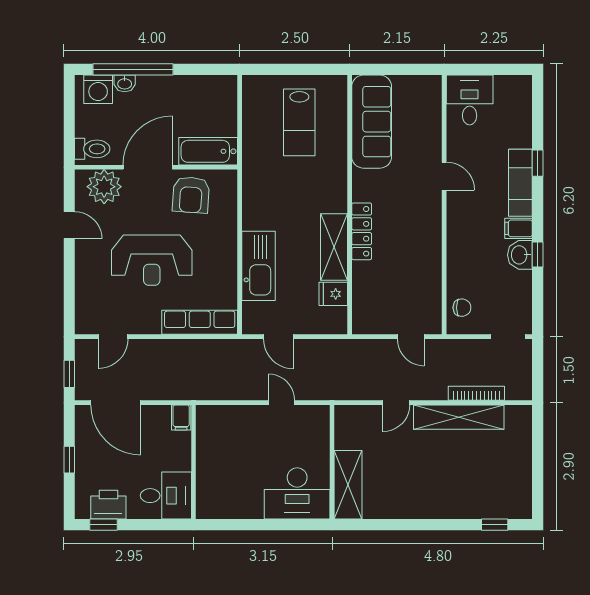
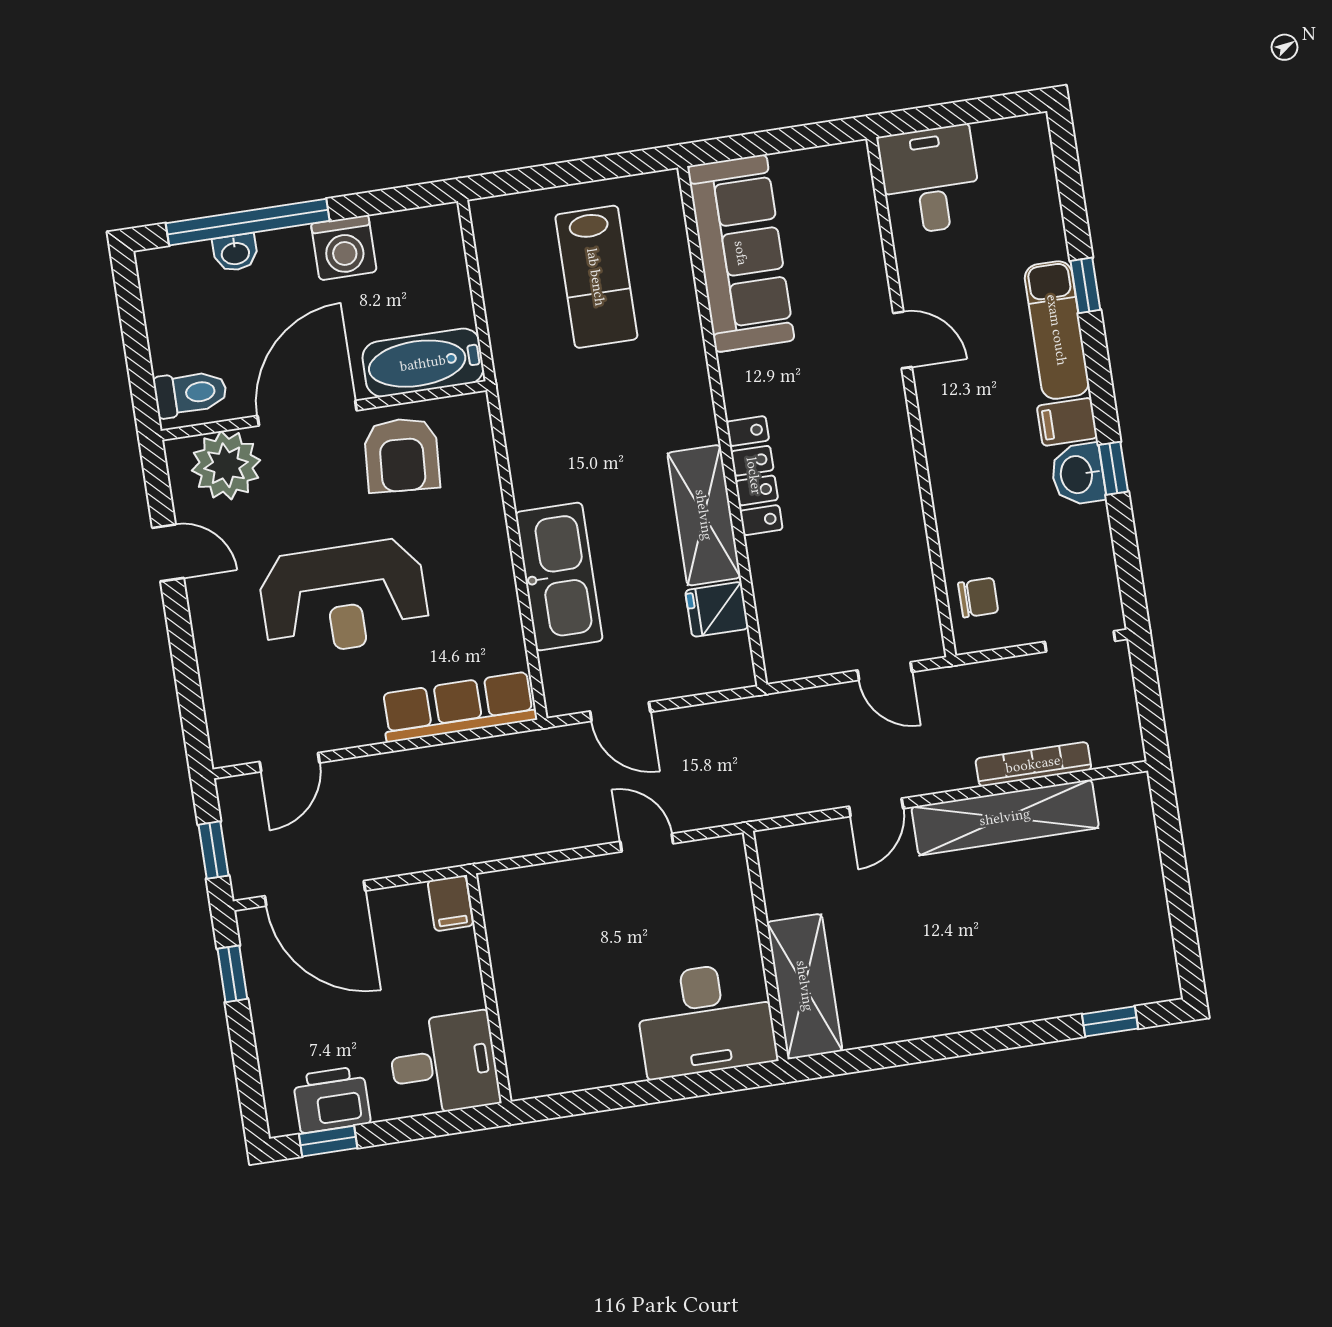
washing machine: (98, 89) -> (344, 248), moved
window: (69, 460) -> (232, 974), moved

